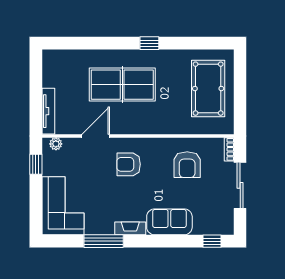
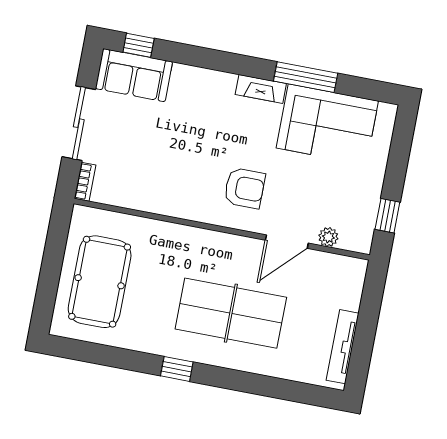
tv unit: (48, 111) -> (343, 347), moved
plant: (56, 144) -> (328, 237), moved
armchair: (187, 165) -> (154, 171), removed
corner sofa: (63, 206) -> (327, 124), moved, turned -90
sofa: (169, 222) -> (134, 75), moved

